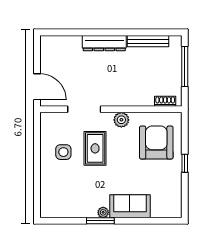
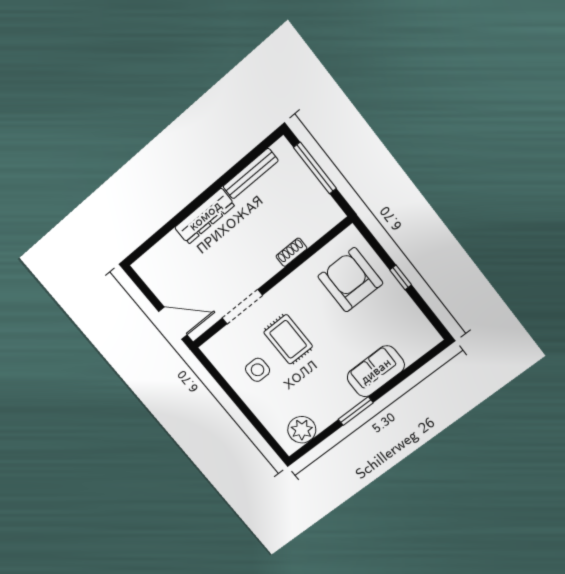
shoe rack: (165, 101) -> (291, 252), moved
plant: (121, 120) -> (292, 286), removed
plant: (103, 212) -> (302, 430), moved, width x1.88, depth x1.88

